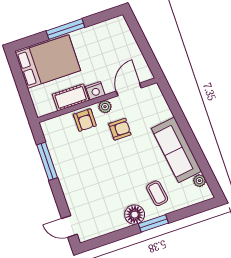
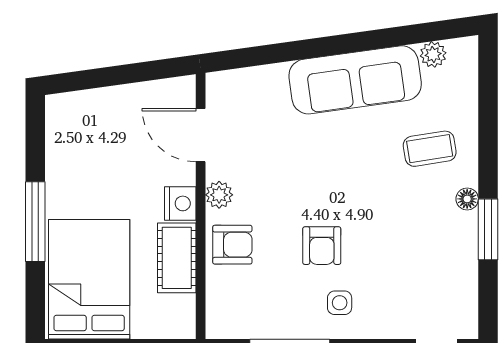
armchair: (120, 129) -> (322, 246), moved, turned 180
side table: (75, 176) -> (340, 303), added
floor lamp: (135, 215) -> (467, 199), width x0.53, depth x0.53
window: (153, 223) -> (488, 229), moved

